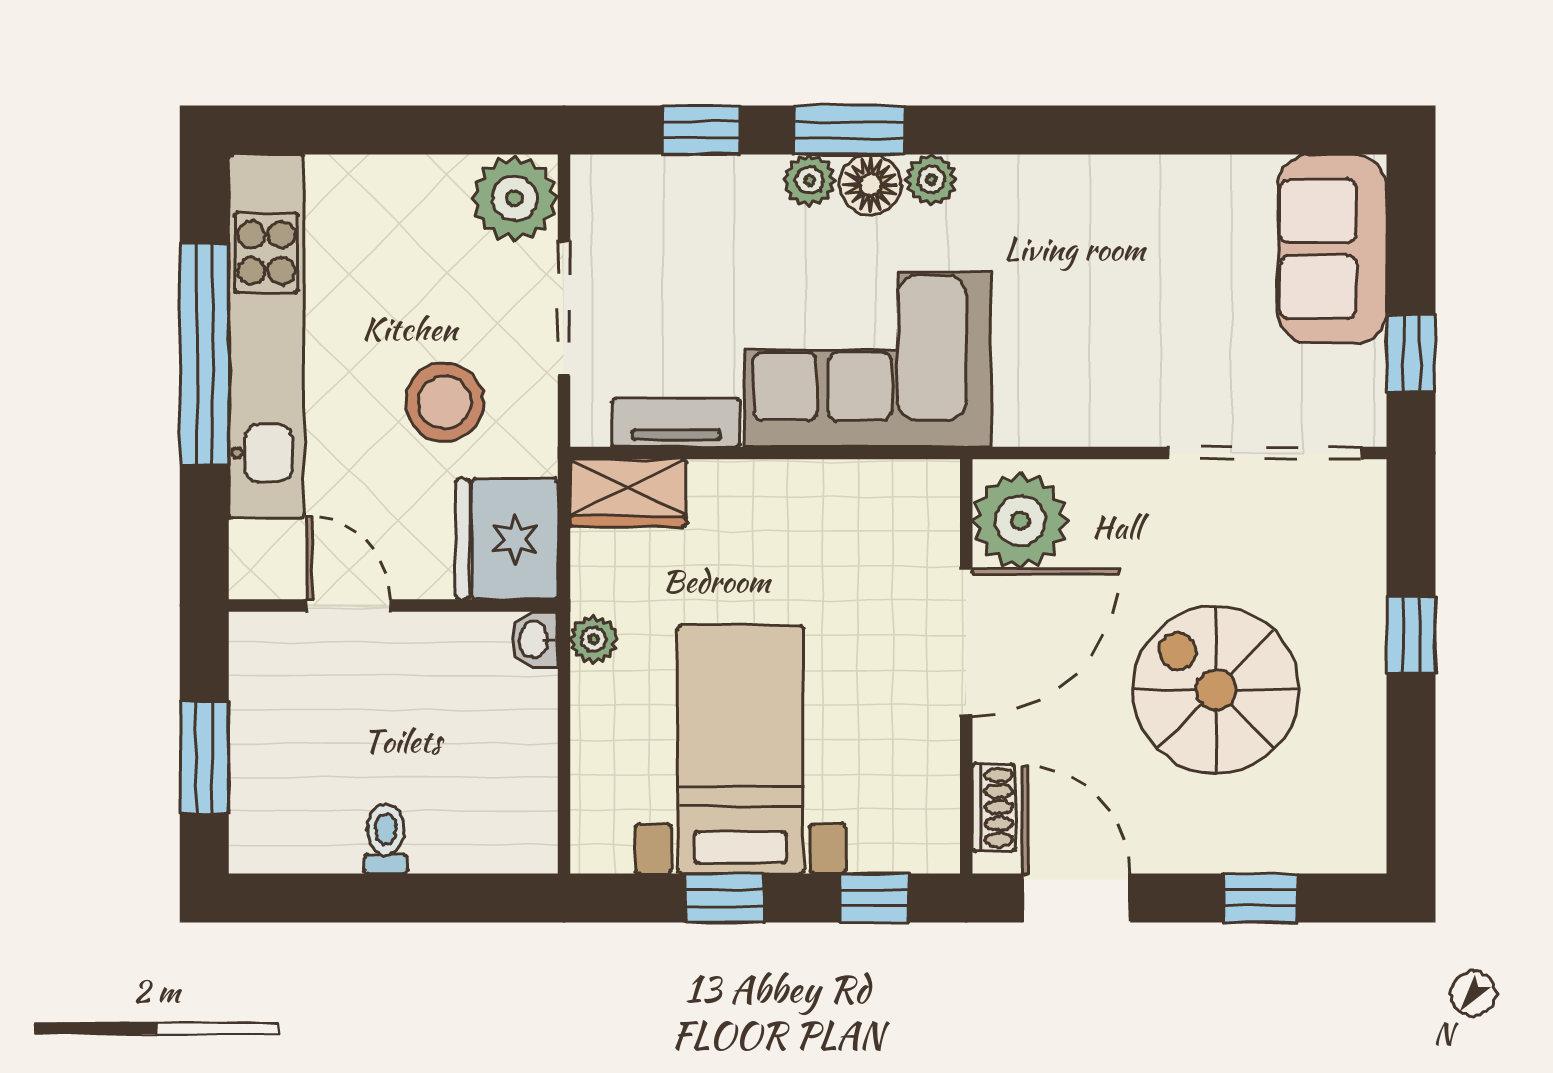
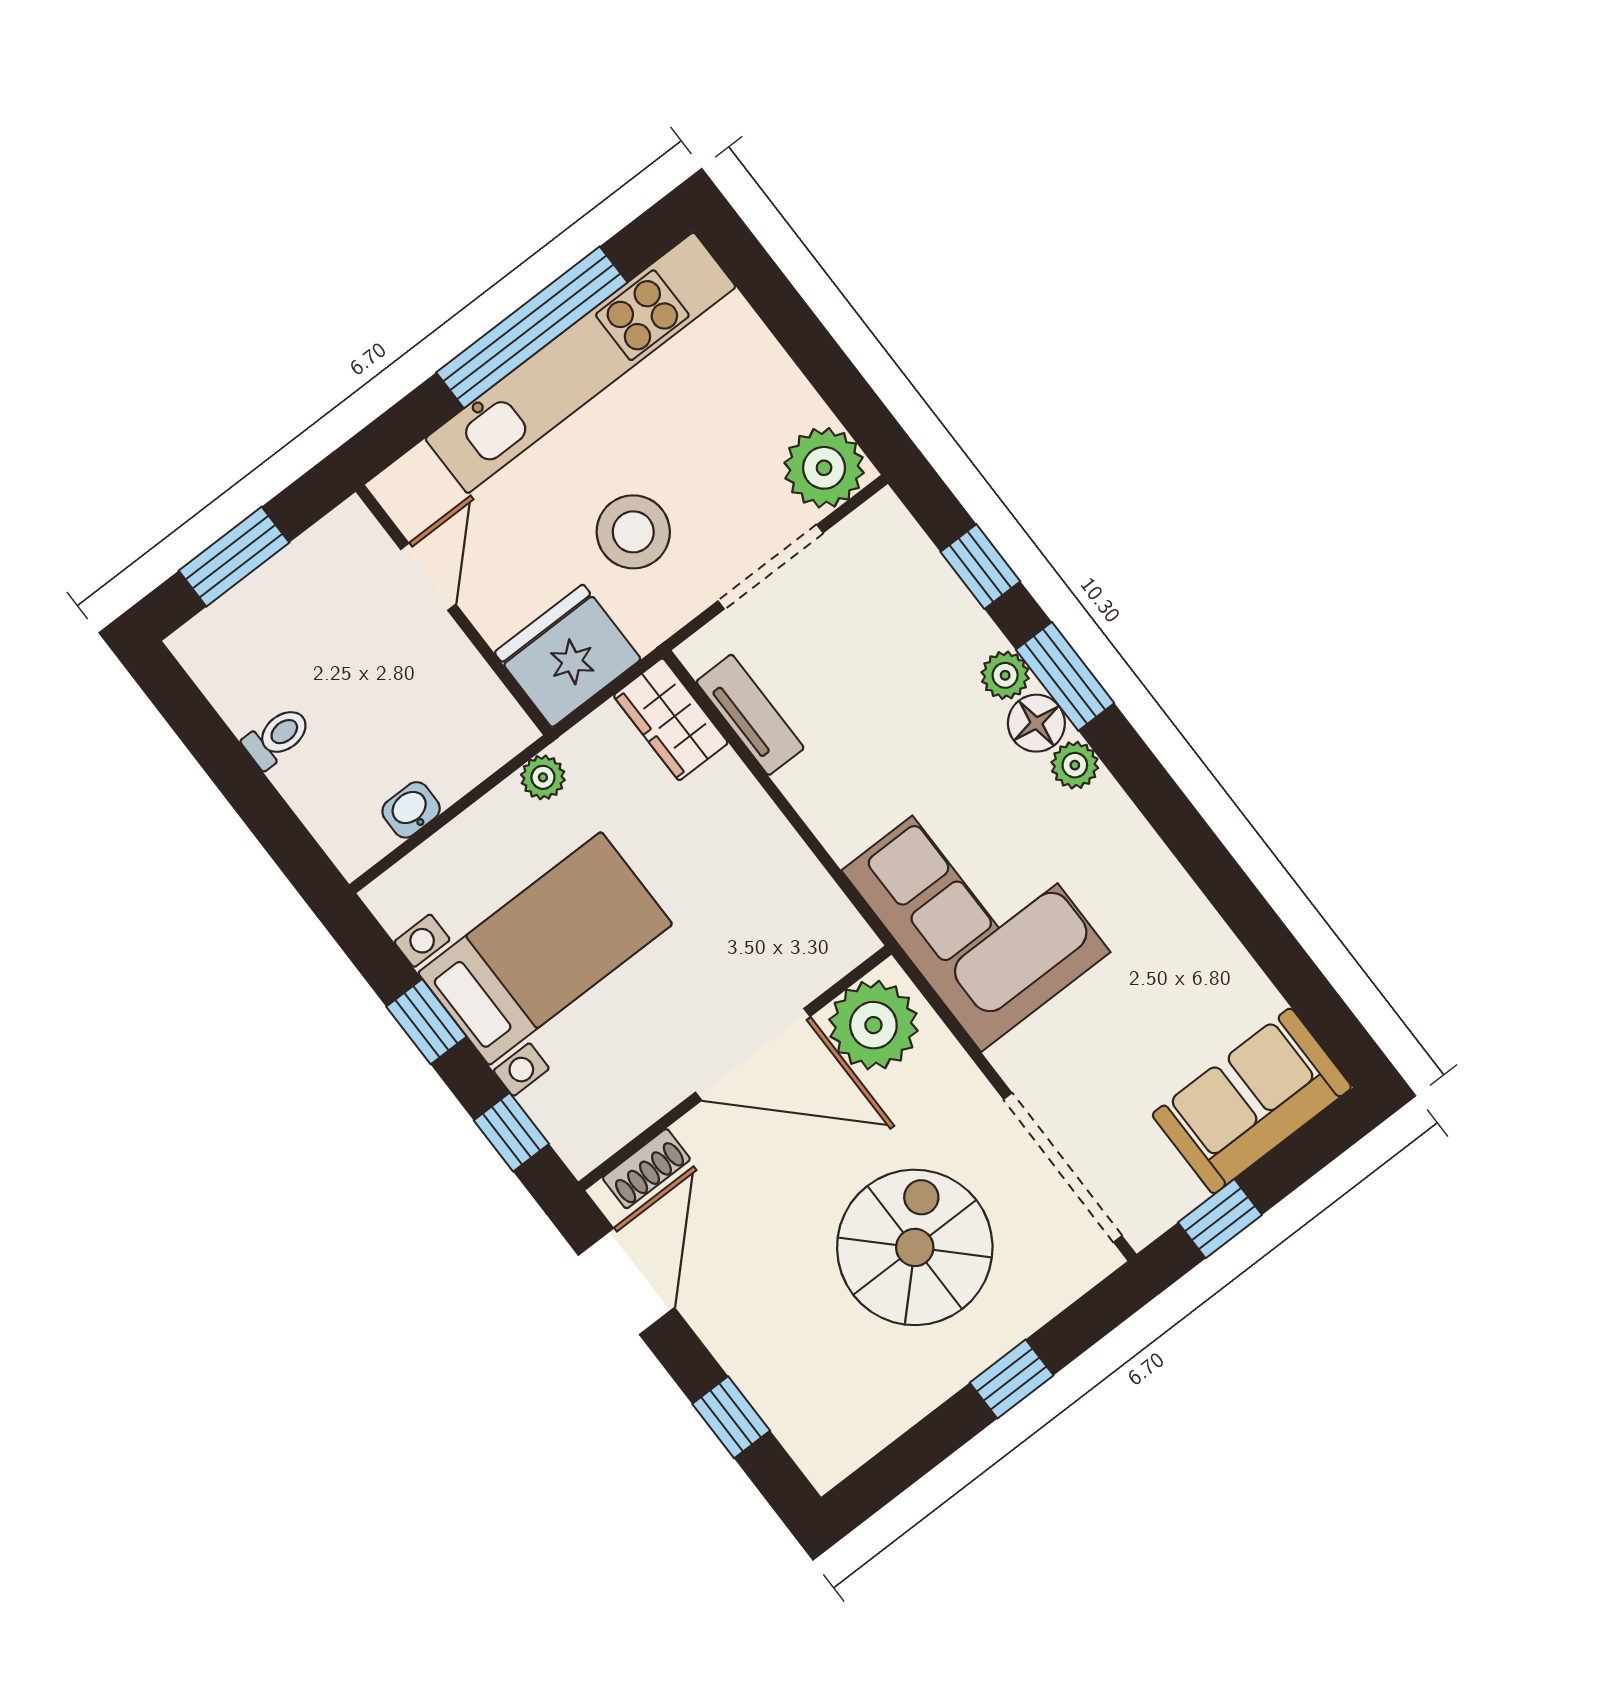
corner sofa: (868, 359) -> (976, 911), moved
washbasin: (535, 640) -> (411, 810), moved
spiral stairs: (1216, 690) -> (915, 1247), moved

